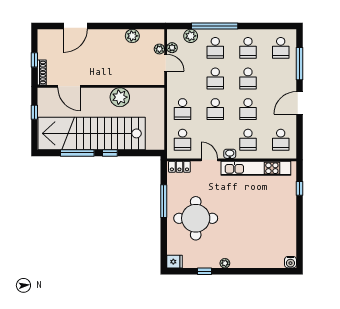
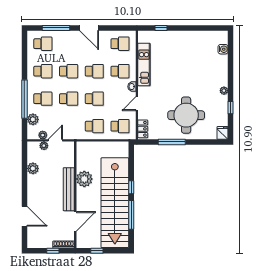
bench: (108, 79) -> (69, 189), added
kitchen unit: (256, 168) -> (144, 64), width x0.73
water cooler: (290, 262) -> (223, 49), moved

